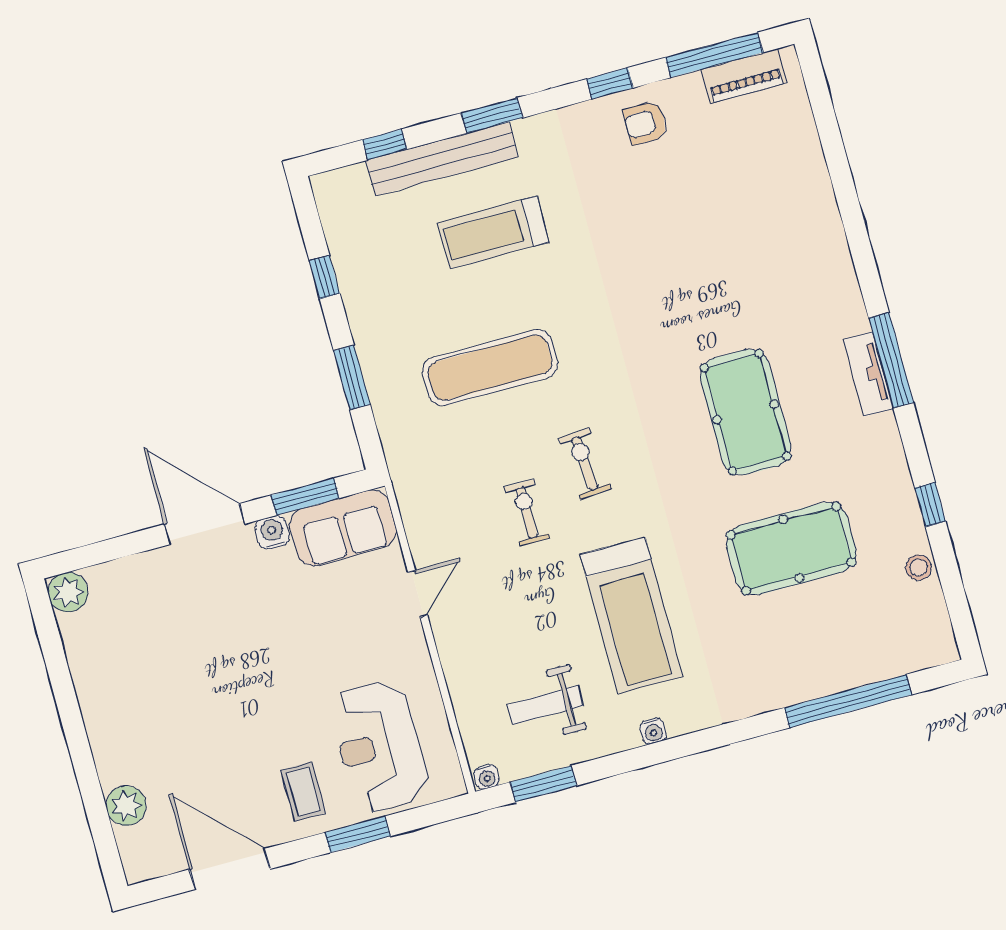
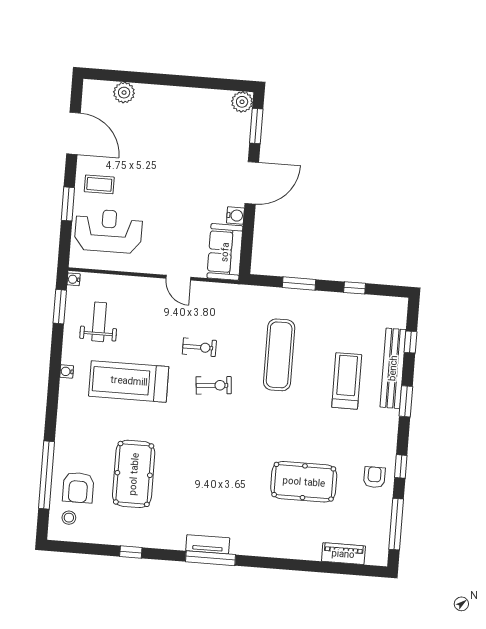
piano: (744, 76) -> (343, 554), moved, turned 90
pool table: (746, 412) -> (304, 482), moved
window: (305, 497) -> (256, 126), moved
stool: (919, 568) -> (69, 518), moved
armchair: (850, 638) -> (78, 487), added
door: (230, 869) -> (73, 133), hinge flipped

